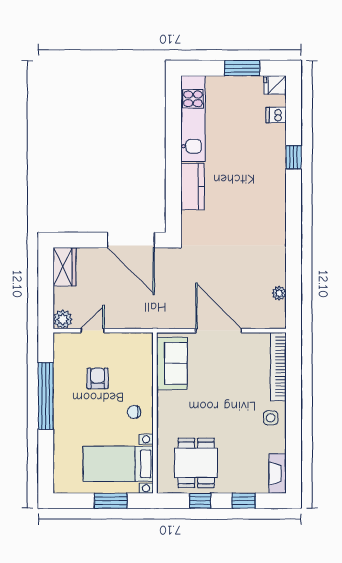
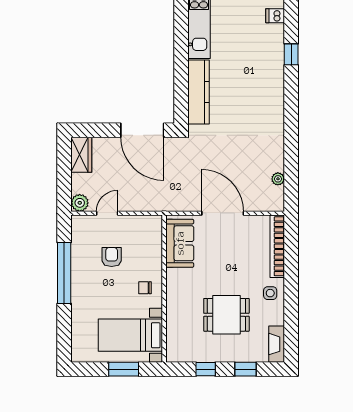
kitchen counter: (192, 187) -> (199, 92), width x1.50
dining table: (196, 463) -> (226, 315), moved, turned 90

